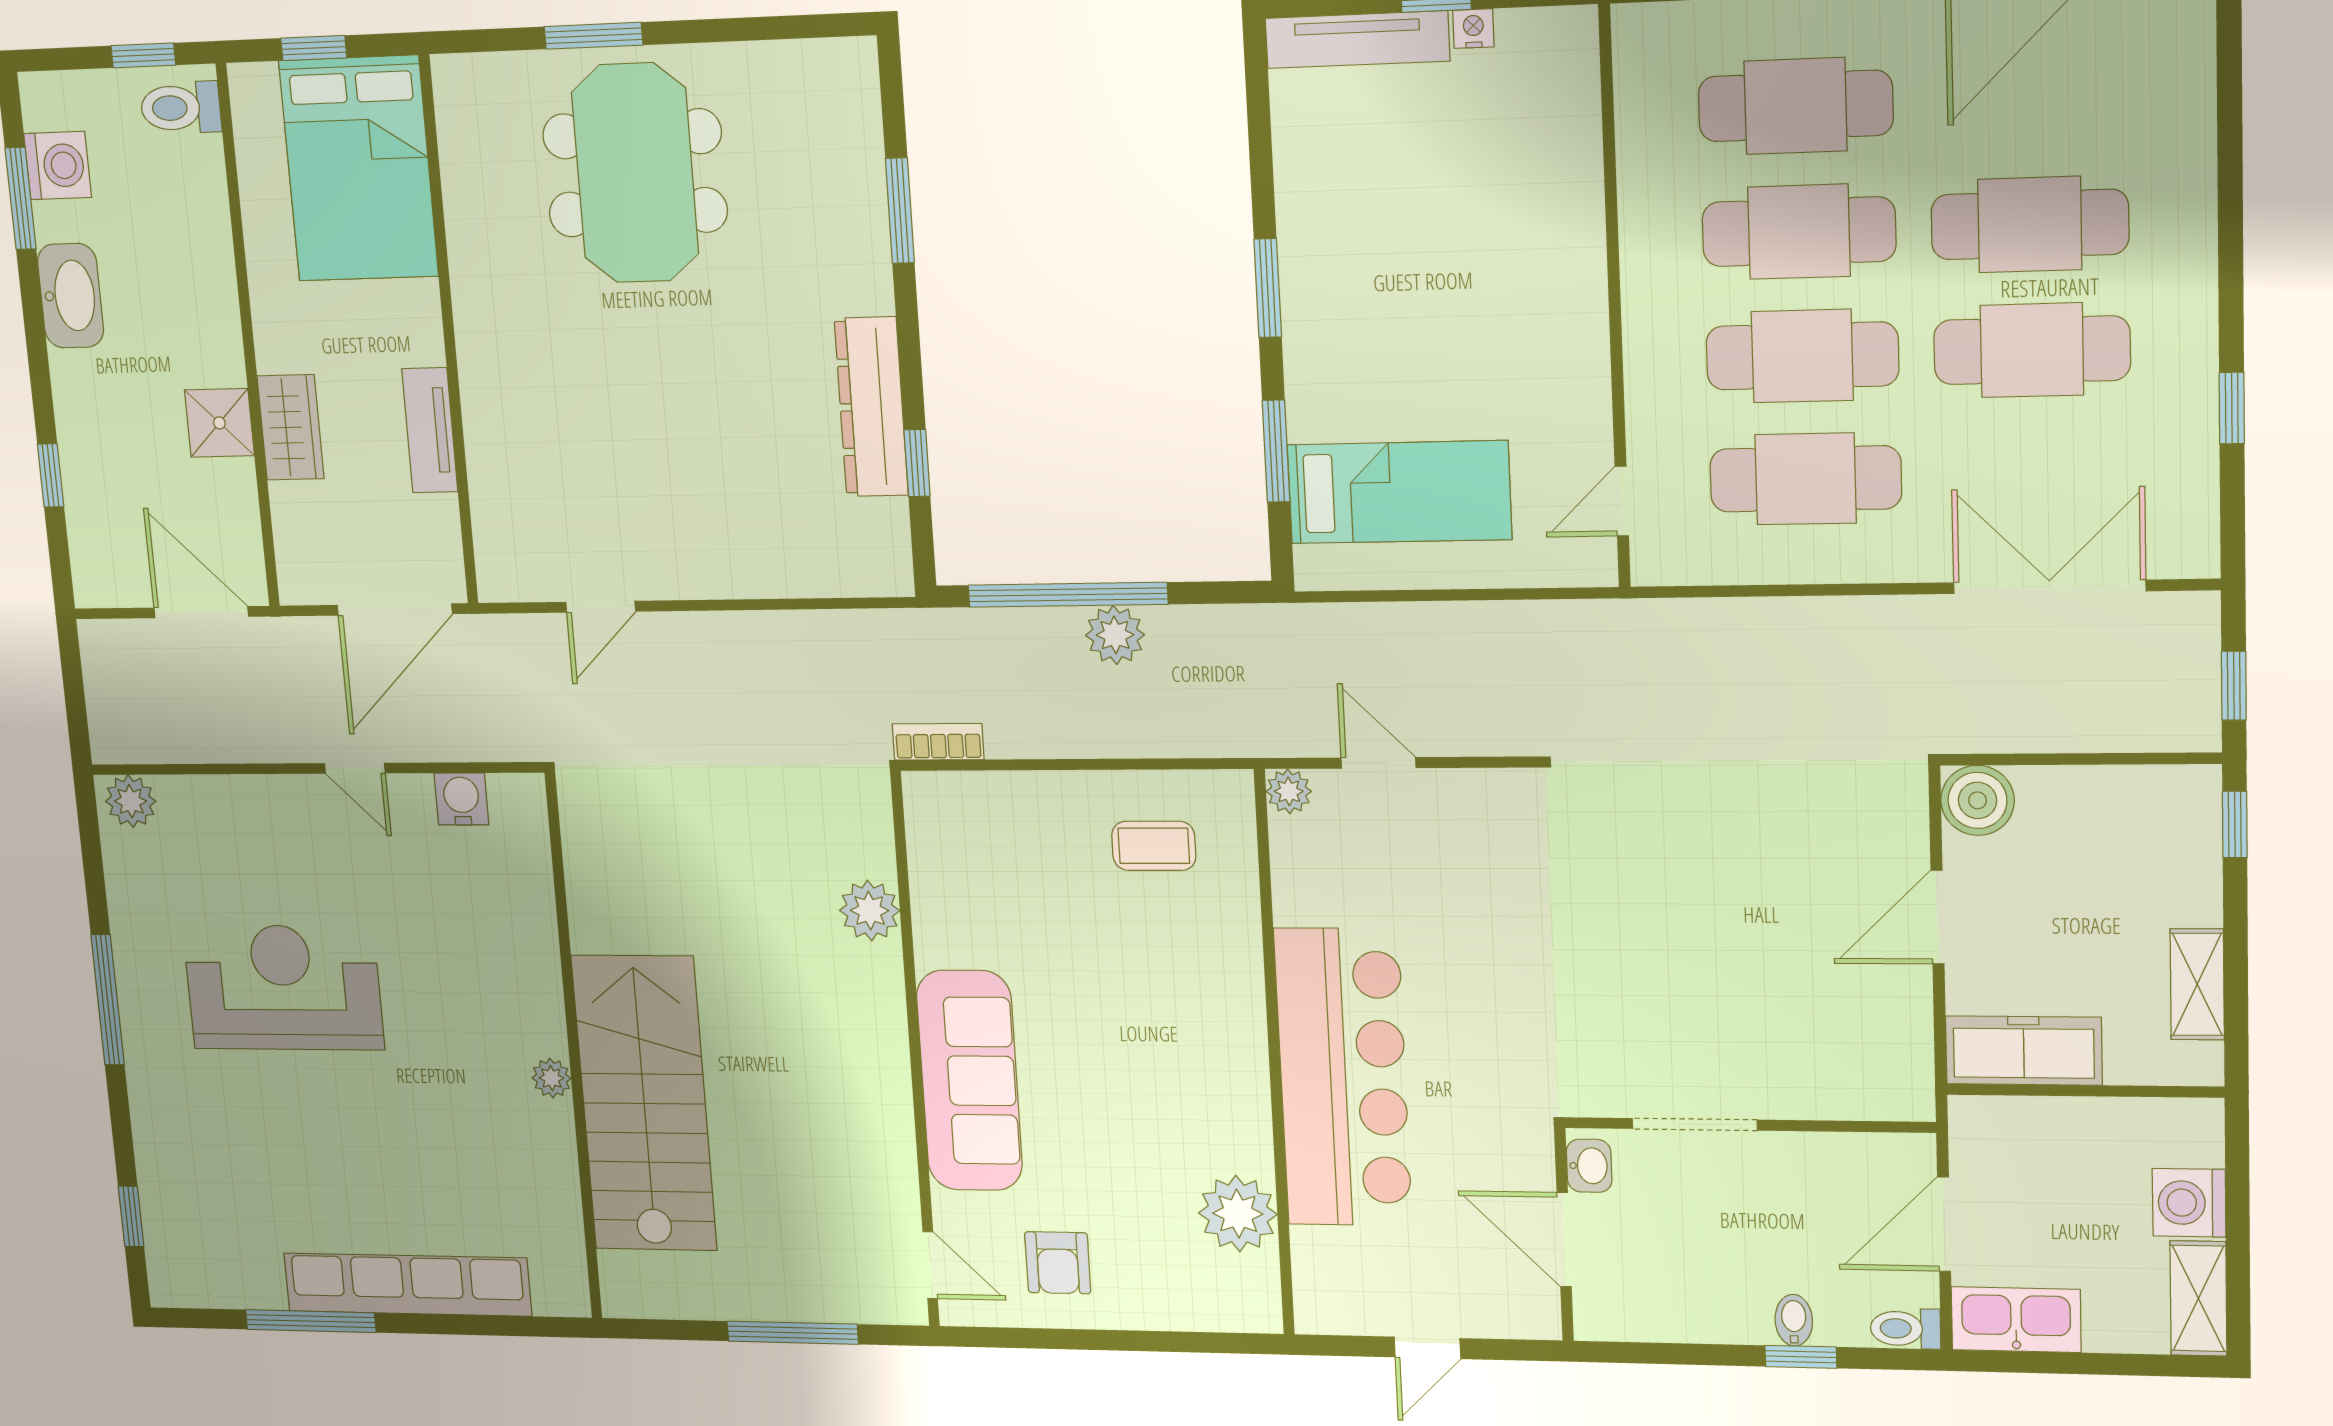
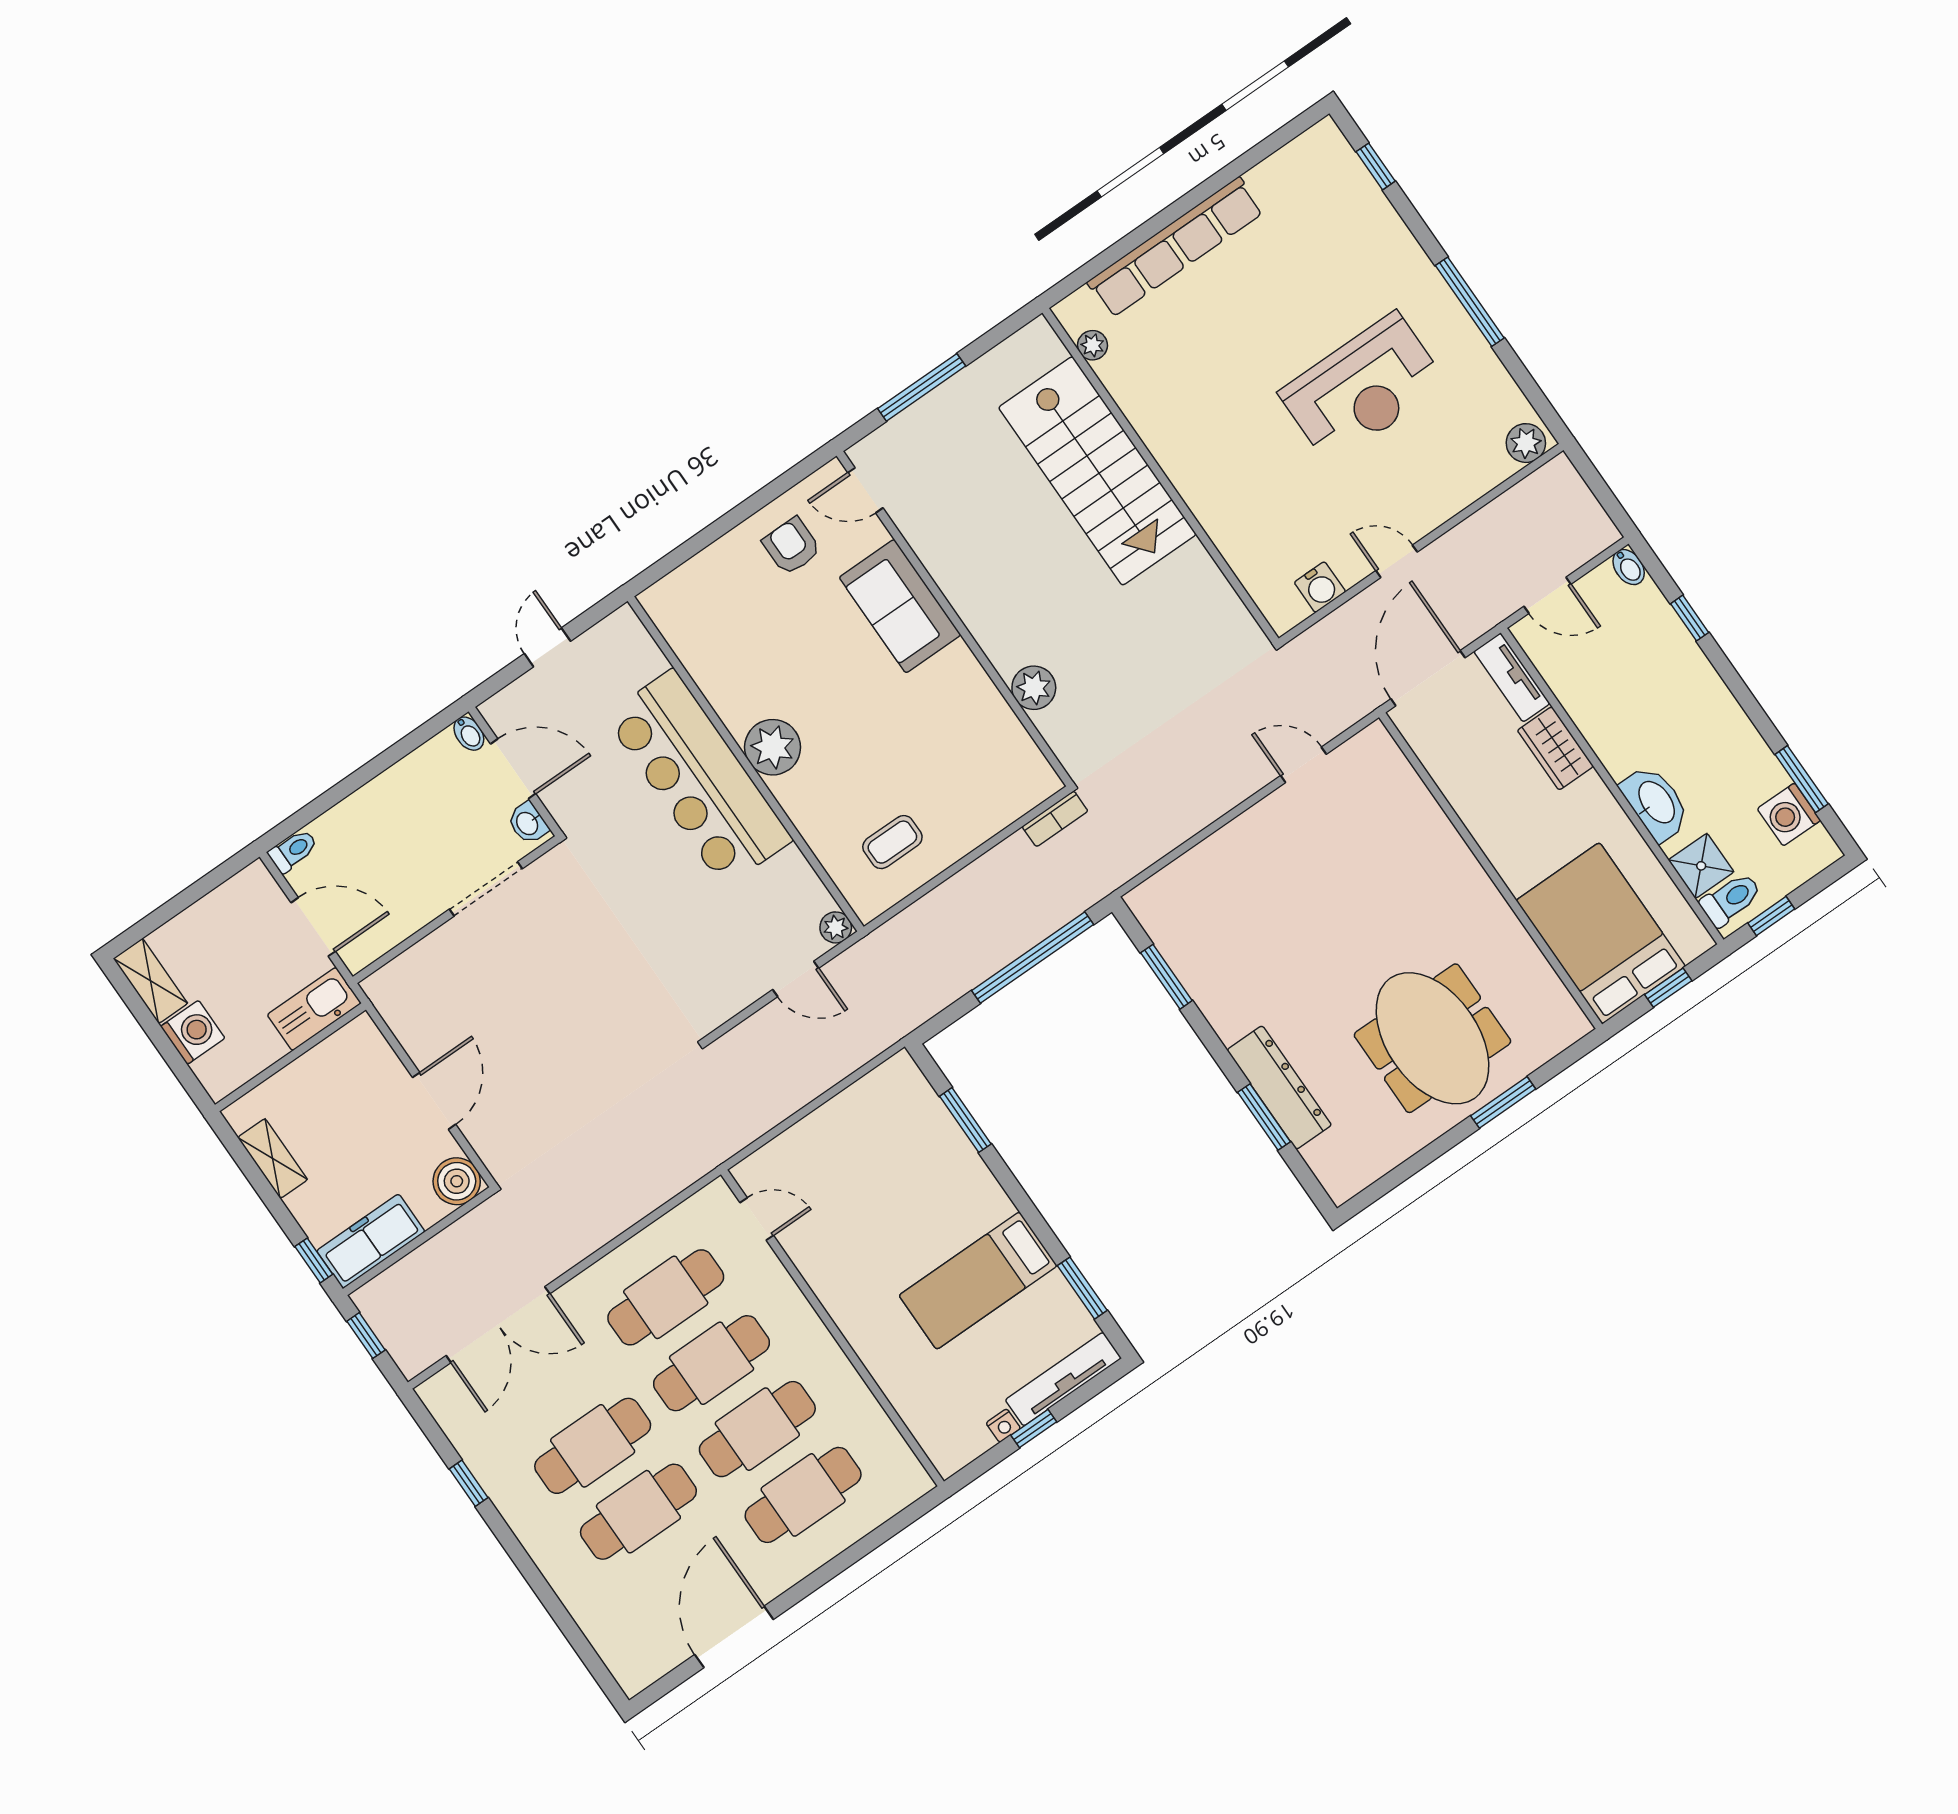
window: (1268, 288) -> (1082, 1288), moved
washbasin: (71, 296) -> (1656, 803), moved, turned 180
dresser: (871, 407) -> (1279, 1088), moved
shower: (219, 423) -> (1701, 866), moved
tv unit: (430, 430) -> (1512, 677), moved, turned 180
window: (917, 463) -> (1166, 977), width x1.50
bed: (1399, 492) -> (978, 1281), moved
door: (1622, 501) -> (757, 1219), hinge flipped
bidet: (90, 582) -> (1629, 567), added
door: (601, 607) -> (1303, 765), hinge flipped
door: (201, 612) -> (1547, 595), width x0.73
plant: (1115, 635) -> (991, 952), removed
freezer: (2024, 1051) -> (371, 1241), moved, turned 180
plant: (551, 1078) -> (1092, 345), moved
sofa: (969, 1081) -> (900, 606), width x0.73
plant: (1238, 1214) -> (773, 747), moved
door: (1944, 1224) -> (313, 927), hinge flipped
bidet: (1794, 1320) -> (469, 734), moved
kitchen sink: (2016, 1320) -> (314, 1009), moved, turned 180
window: (311, 1321) -> (1222, 178), removed
window: (1801, 1357) -> (338, 793), removed

